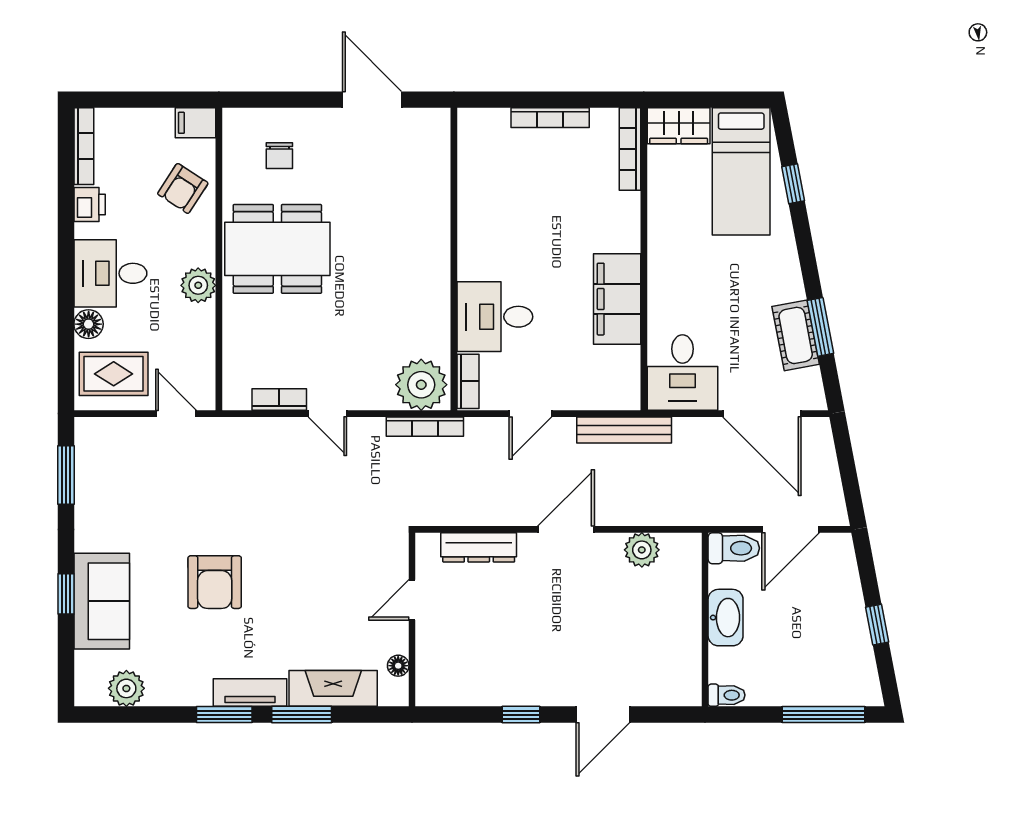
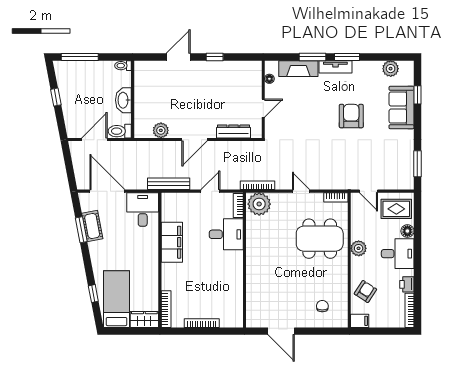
dining table: (277, 249) -> (320, 239), moved
bookcase: (279, 400) -> (336, 197), moved
window: (66, 594) -> (417, 95), moved

